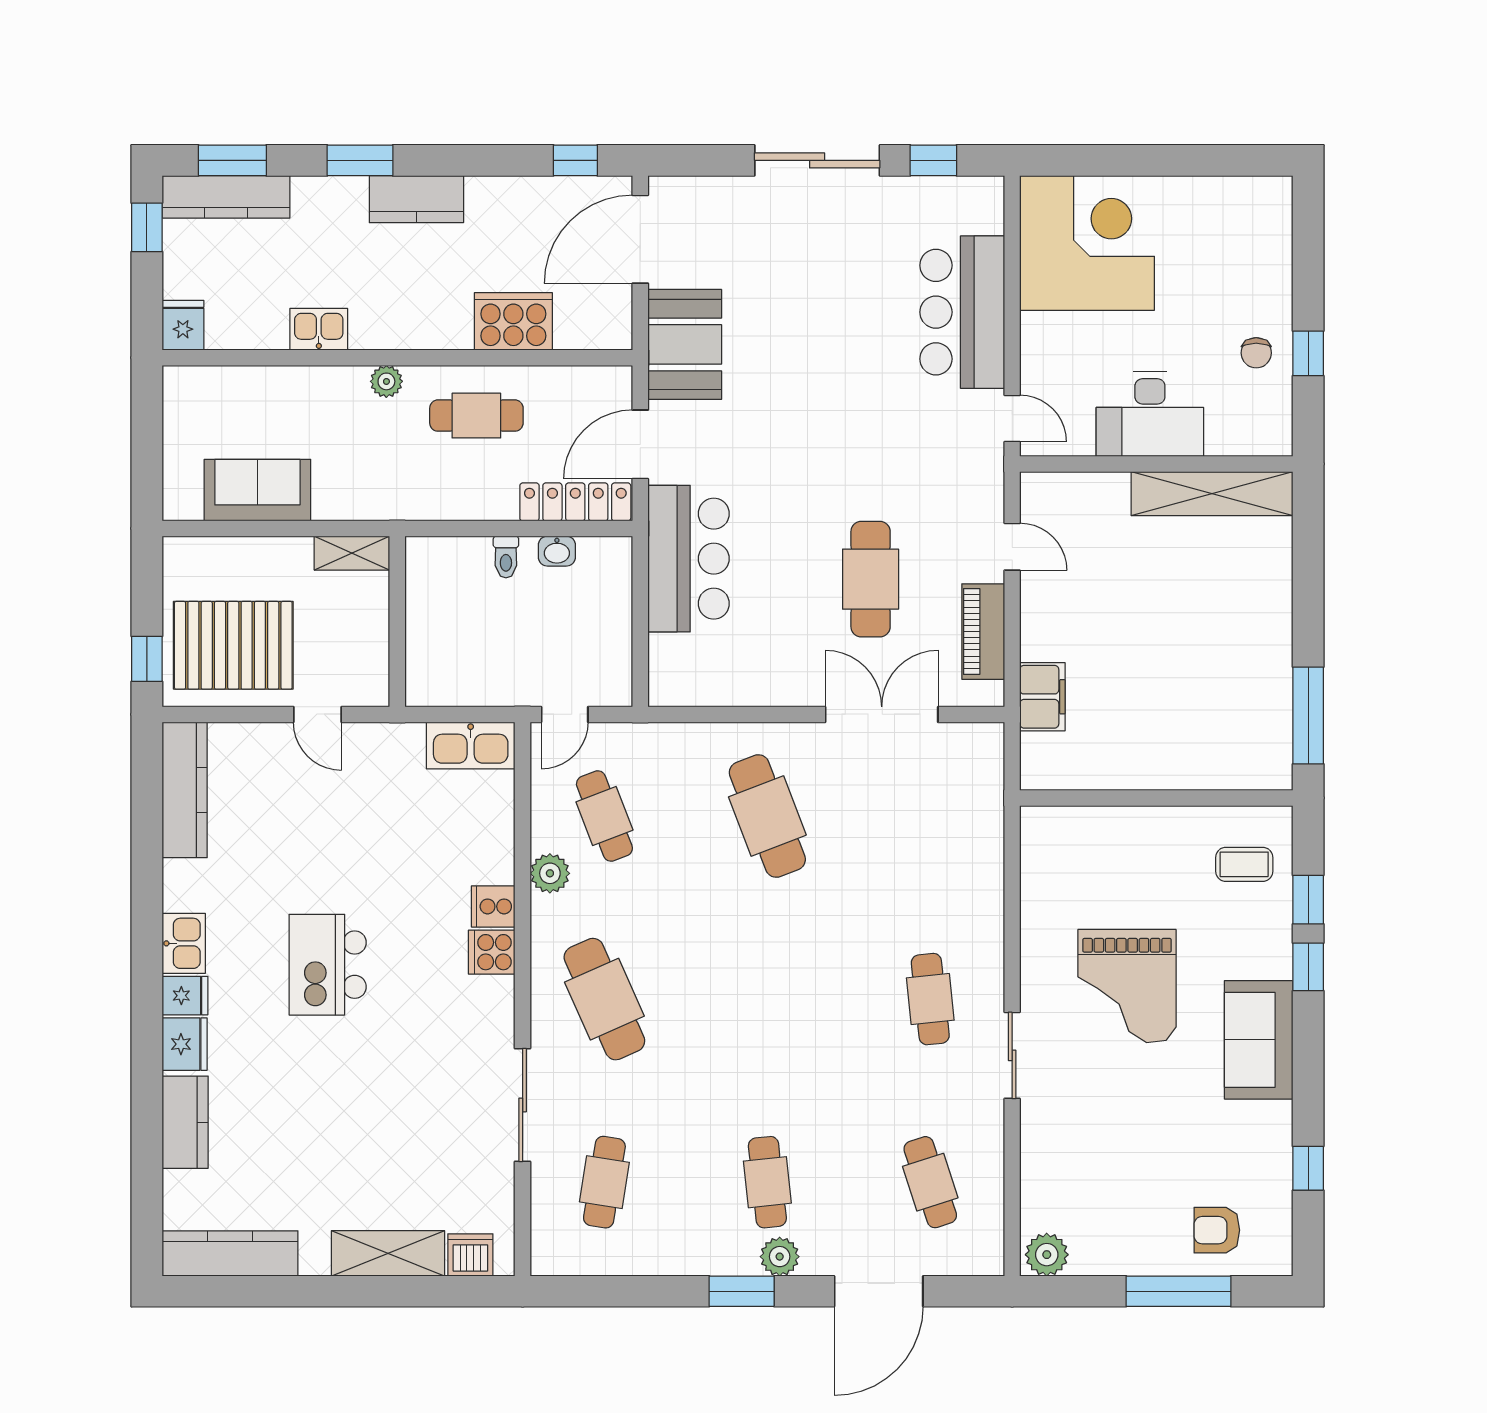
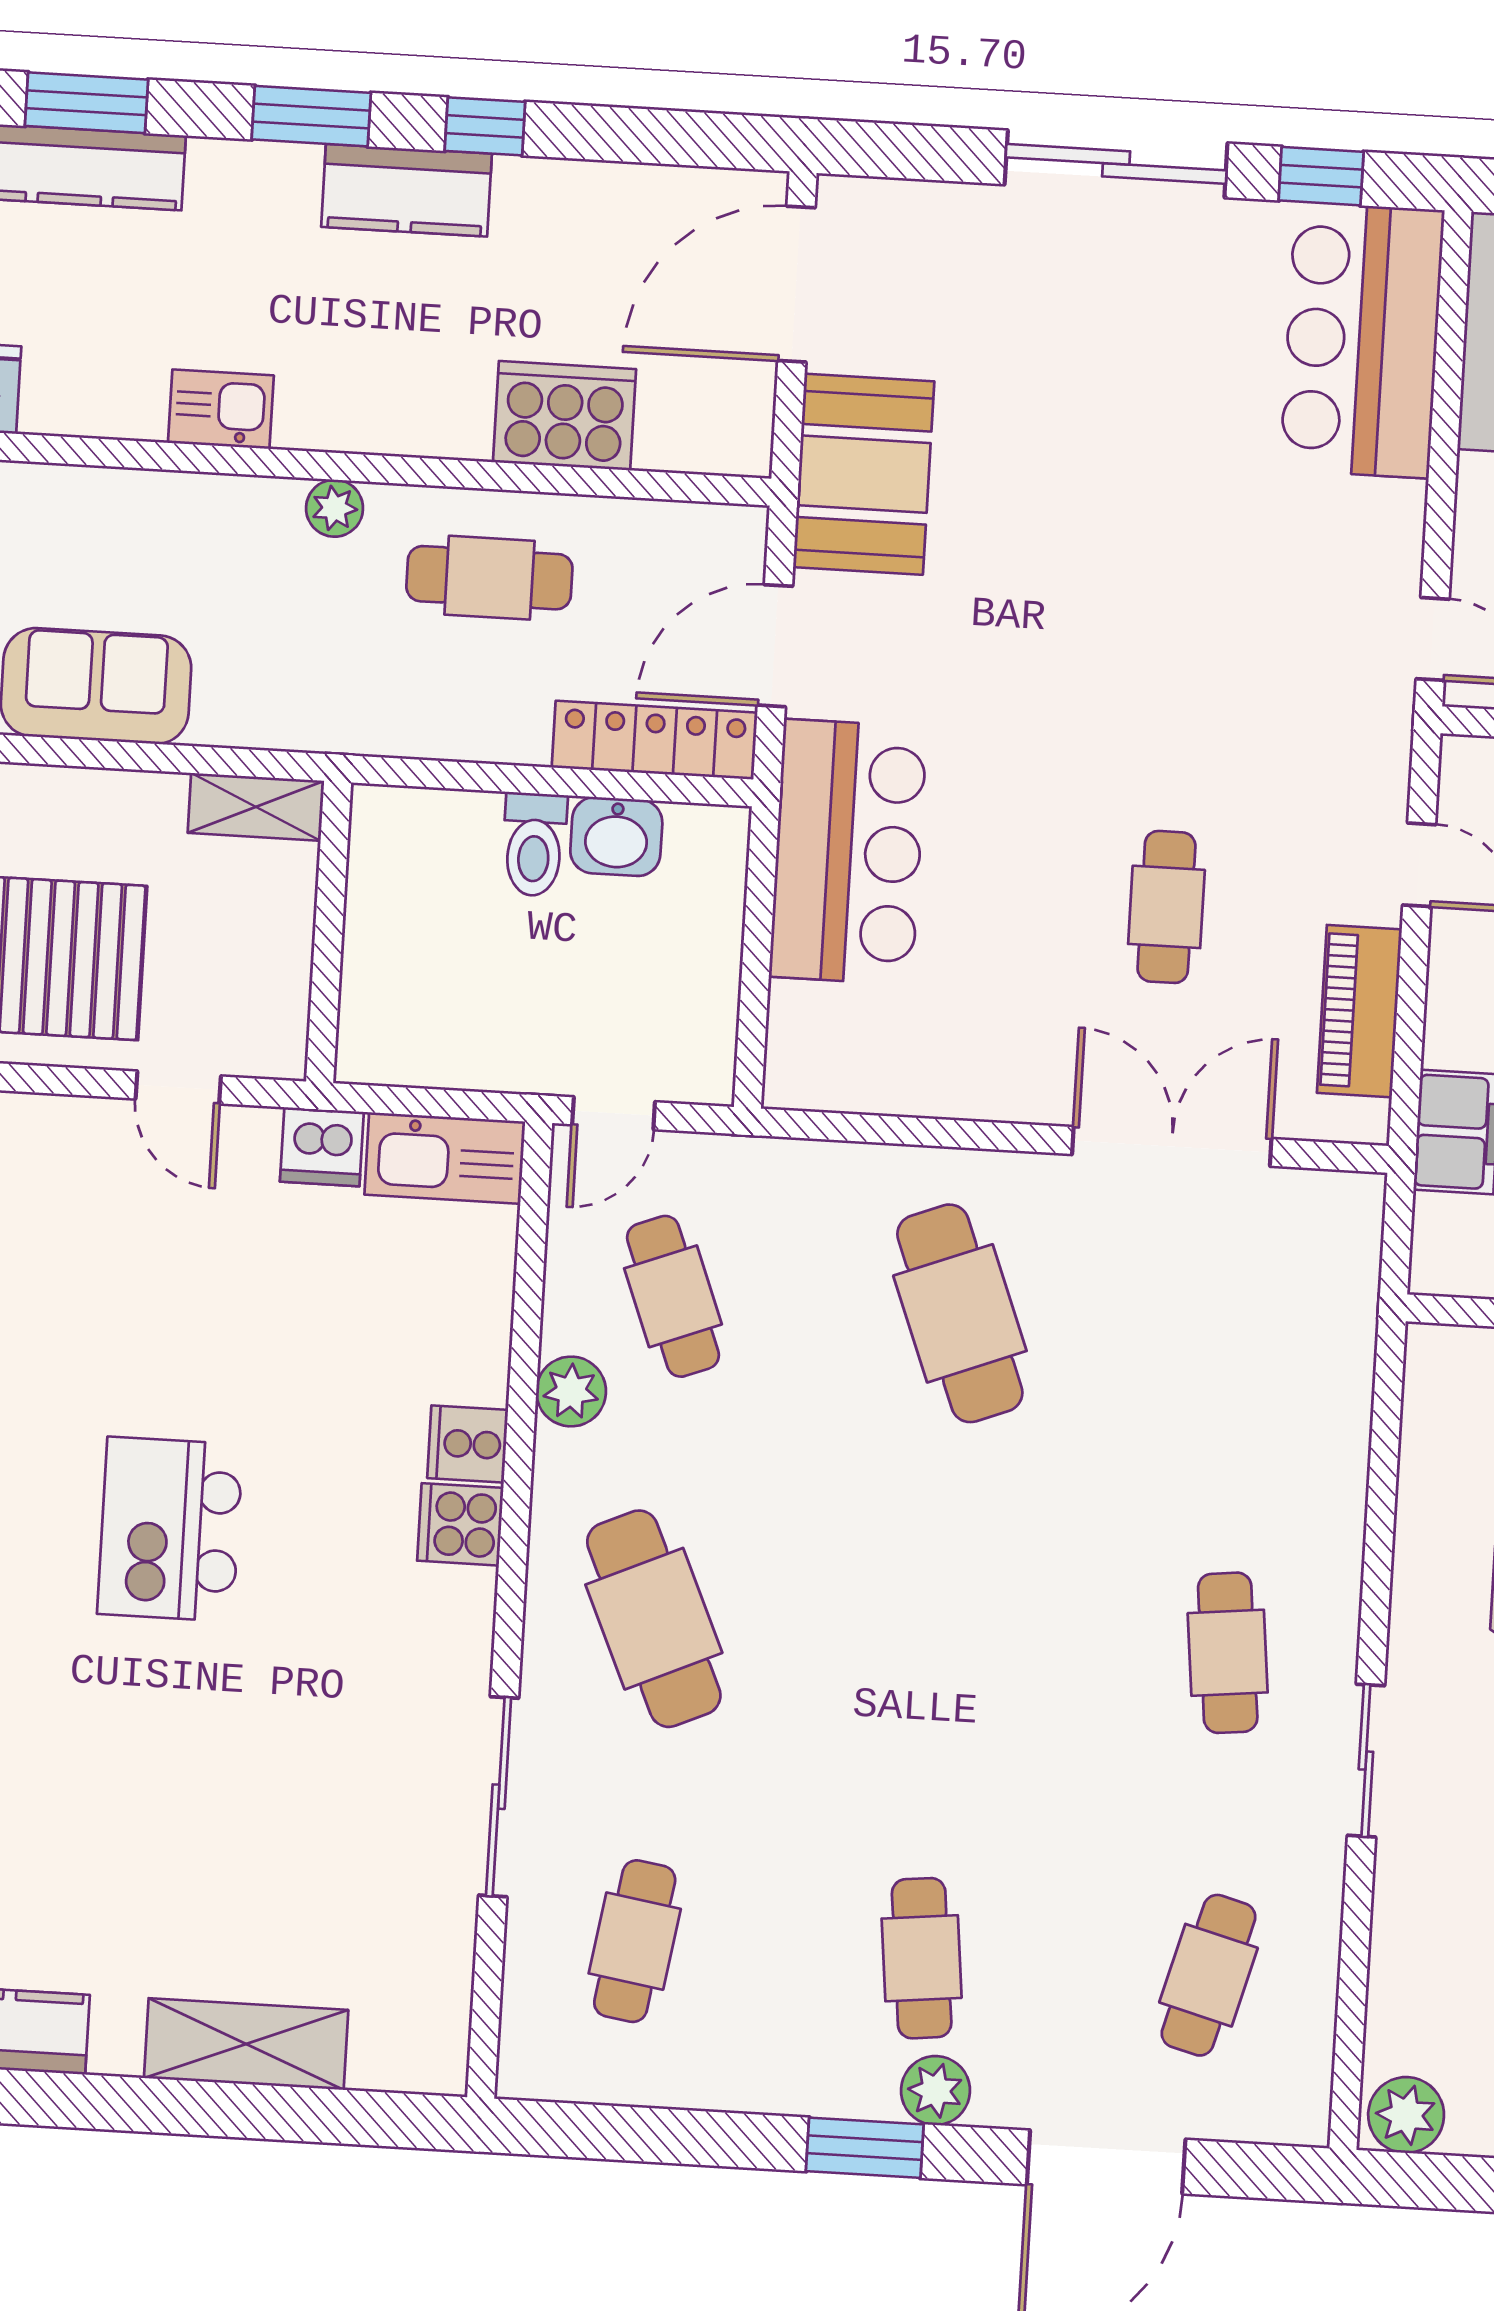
window: (575, 160) -> (485, 126), moved
bar counter: (962, 312) -> (1362, 340), moved
washbasin: (557, 551) -> (616, 837), width x1.38, depth x1.45
toilet: (506, 557) -> (534, 844), width x1.37, depth x1.39
cafe table: (871, 579) -> (1166, 907), width x0.73, depth x0.74
cafe table: (930, 1182) -> (1208, 1975), turned 33
dishwasher: (470, 1255) -> (322, 1147), moved, turned 180

